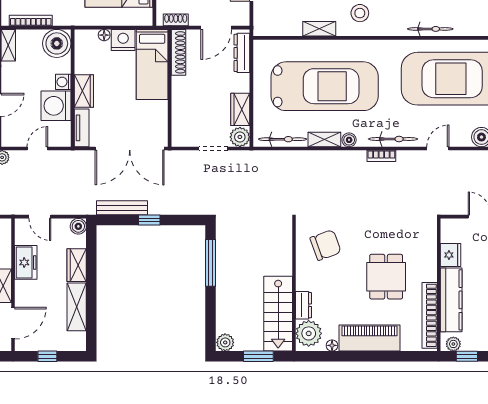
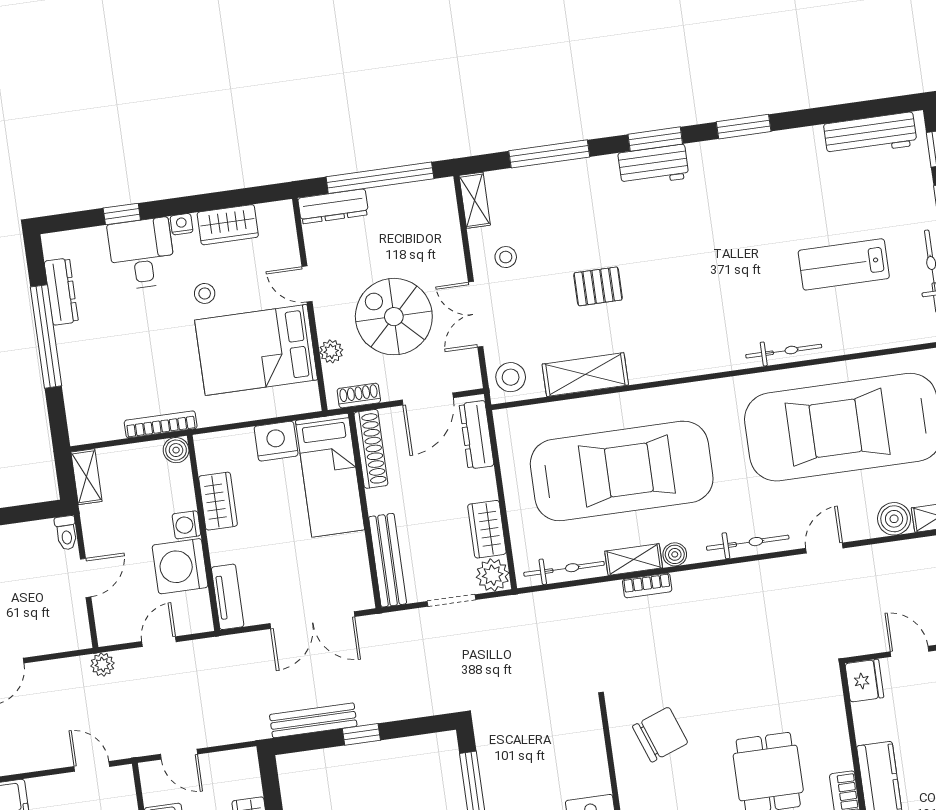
stool: (360, 13) -> (511, 377), moved
bookcase: (31, 20) -> (161, 424), moved
shelving: (319, 29) -> (585, 375), width x1.50, depth x1.33
floor lamp: (104, 35) -> (243, 438), removed
boiler: (57, 43) -> (176, 450), width x0.54, depth x0.54
wardrobe: (84, 91) -> (218, 501), moved
bench: (179, 119) -> (388, 560), added
double door: (130, 149) -> (312, 620), width x0.73
bookcase: (381, 156) -> (647, 586), moved
boiler: (78, 226) -> (245, 761), removed
fridge: (451, 255) -> (864, 681), moved

